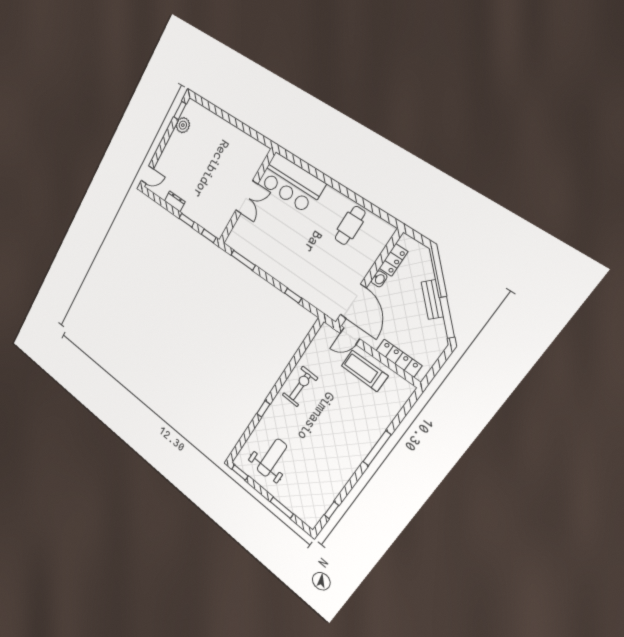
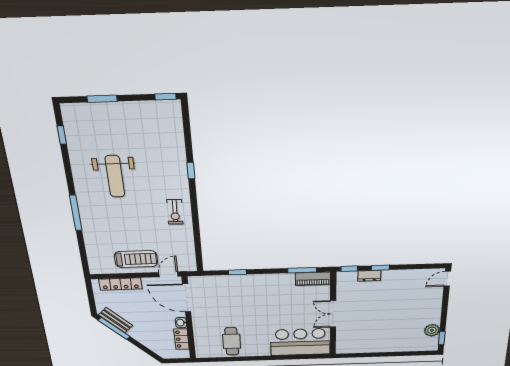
dresser: (175, 201) -> (369, 276), moved
piano: (240, 246) -> (313, 279), added
bench: (432, 299) -> (116, 320), moved
exercise bike: (300, 387) -> (175, 212), width x0.73, depth x0.72
weight bench: (272, 458) -> (115, 176), moved

